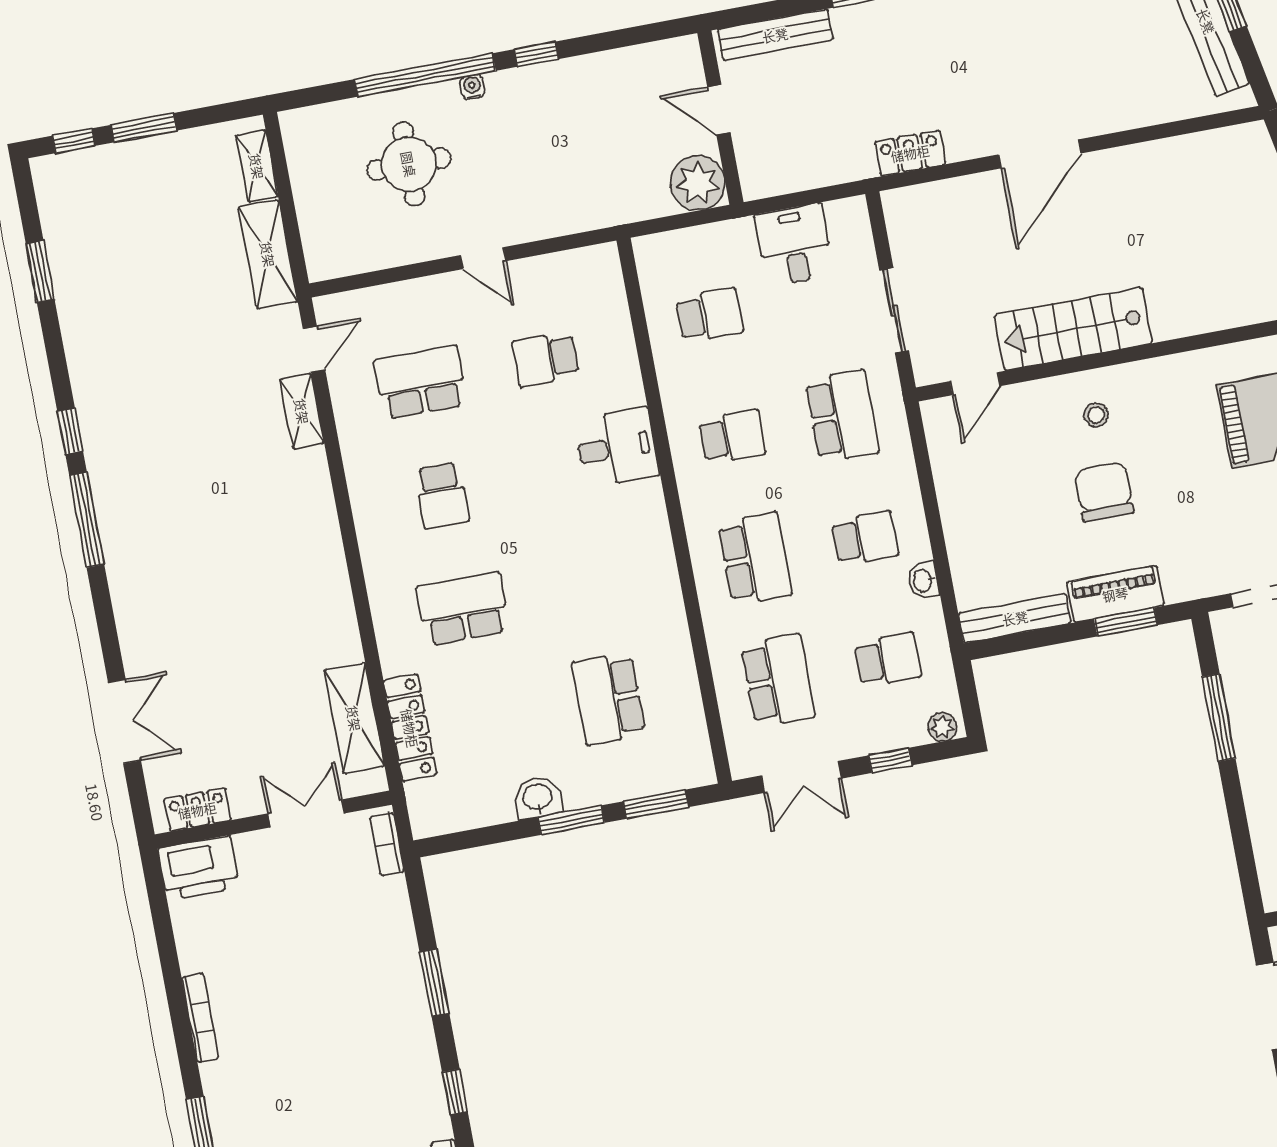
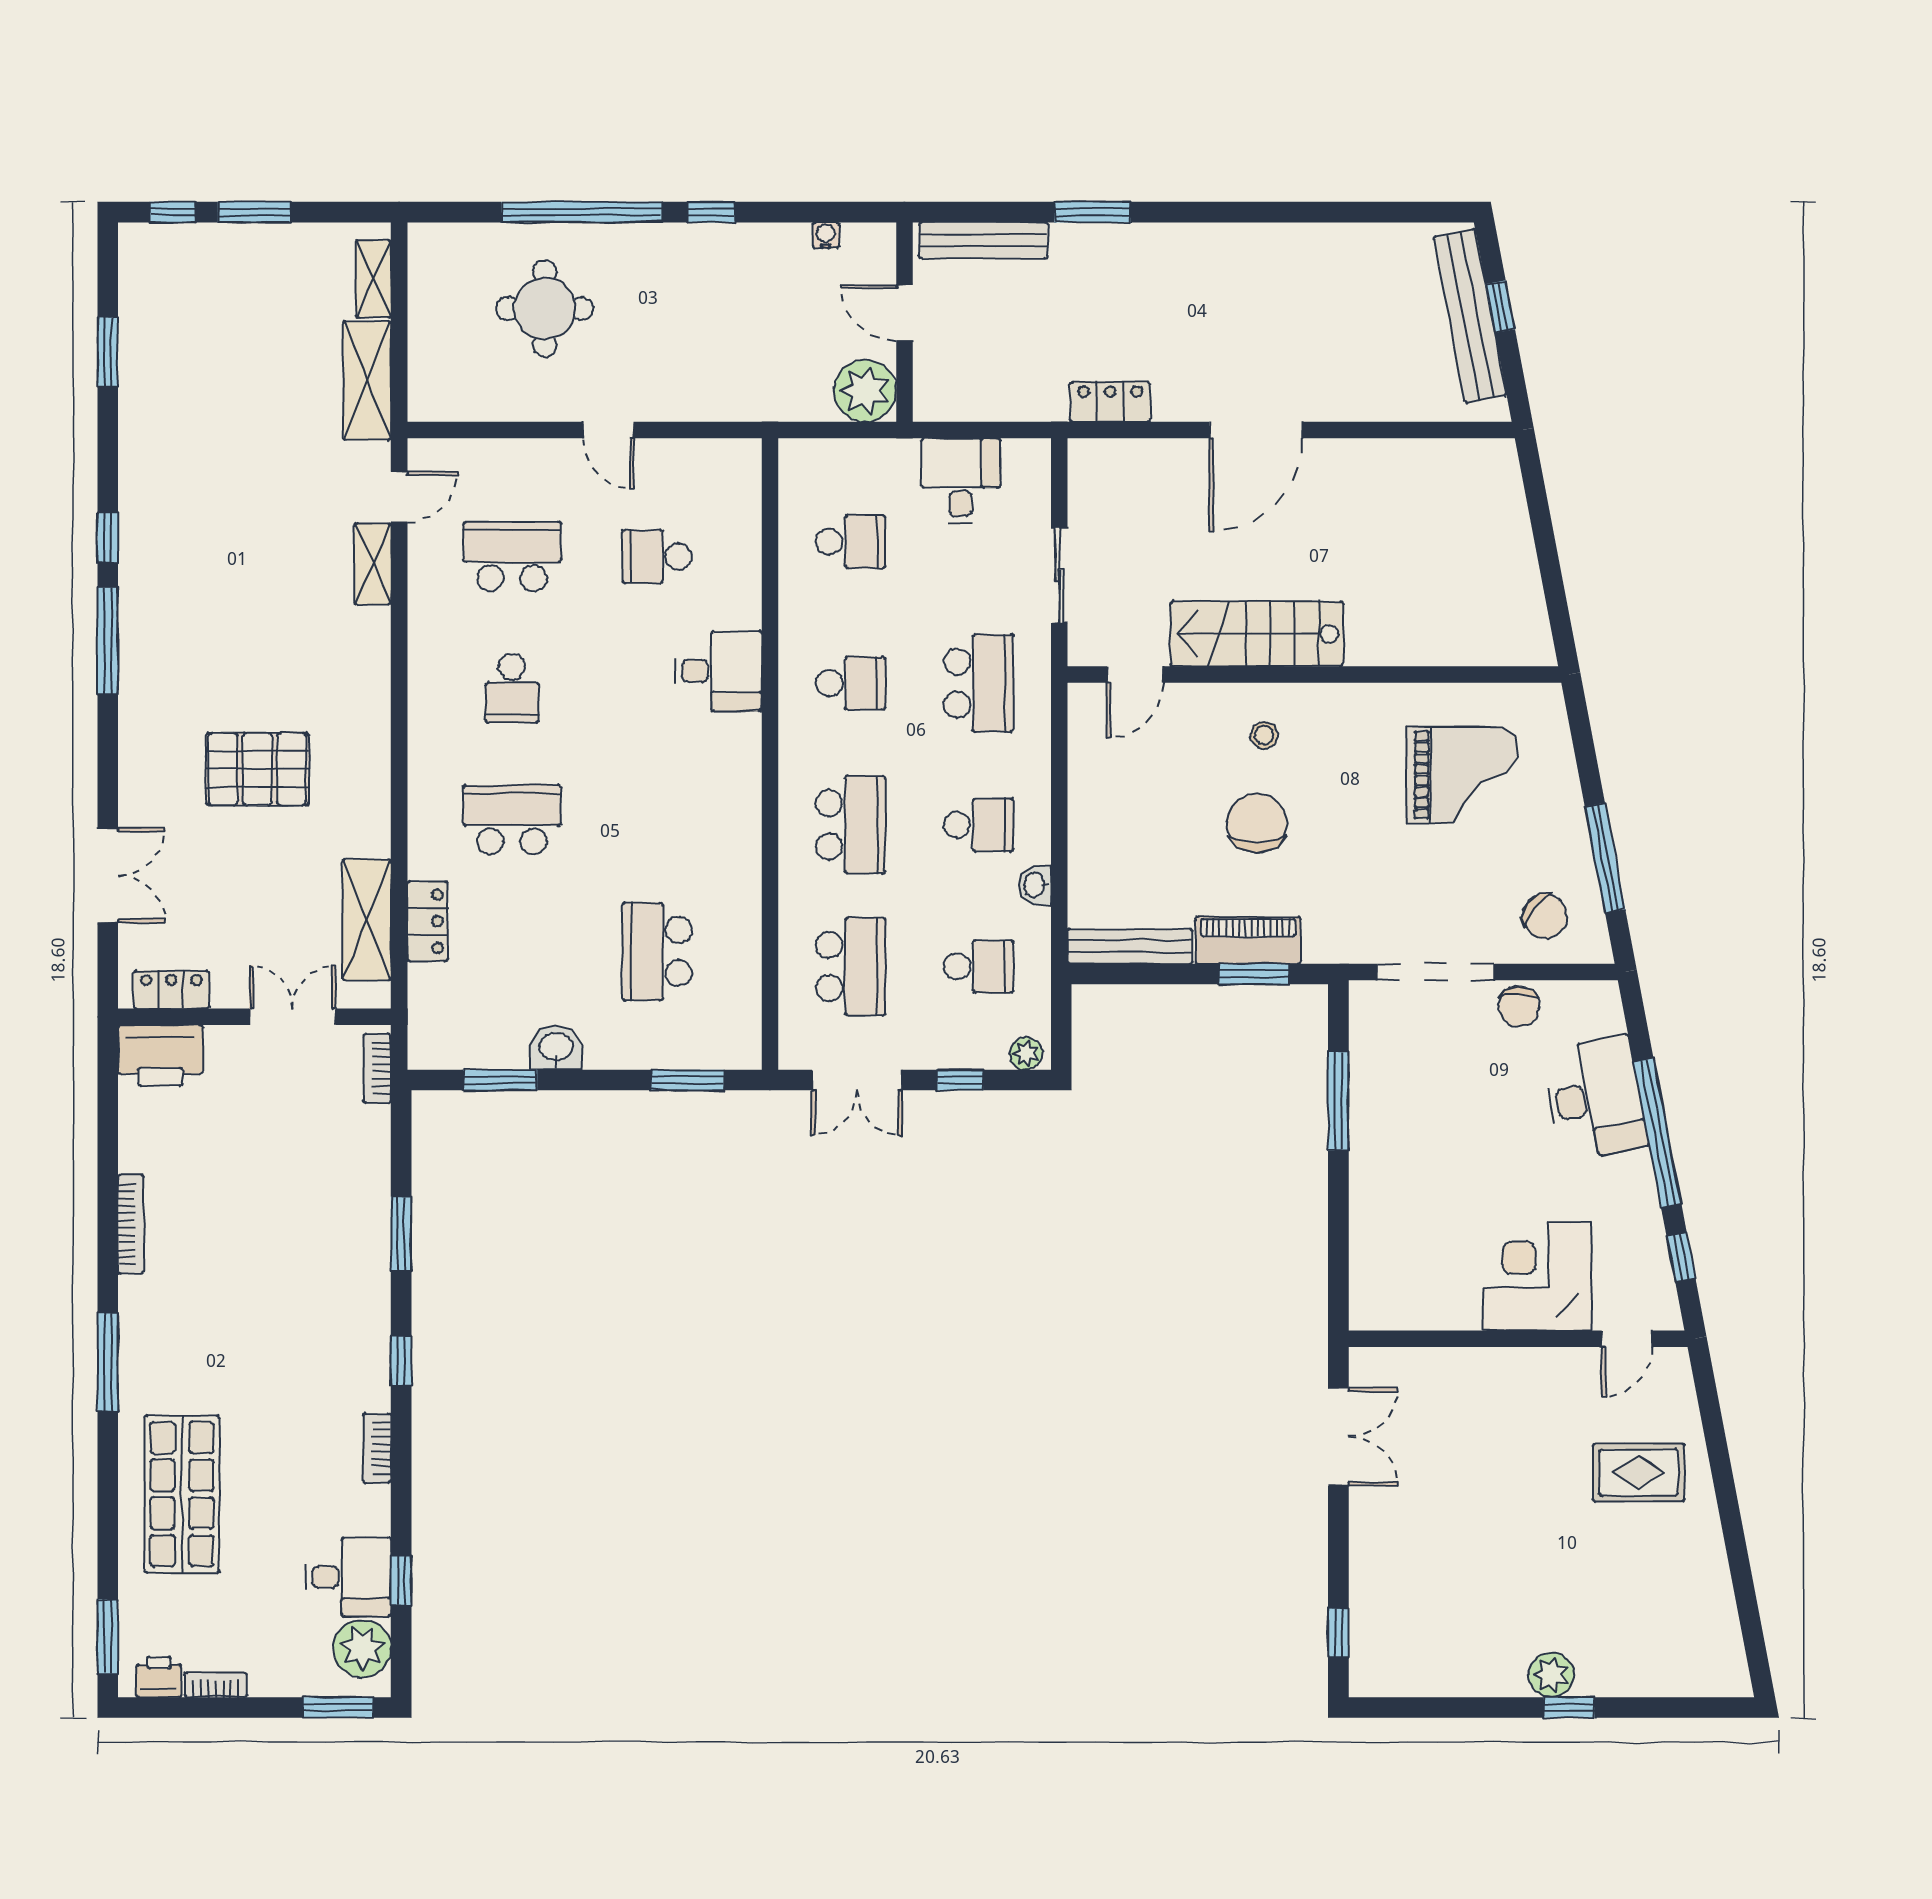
water cooler: (472, 87) -> (826, 235), moved
pallet: (236, 606) -> (257, 769), added
locker: (410, 728) -> (427, 921), width x0.66
window: (571, 820) -> (500, 1080), moved

